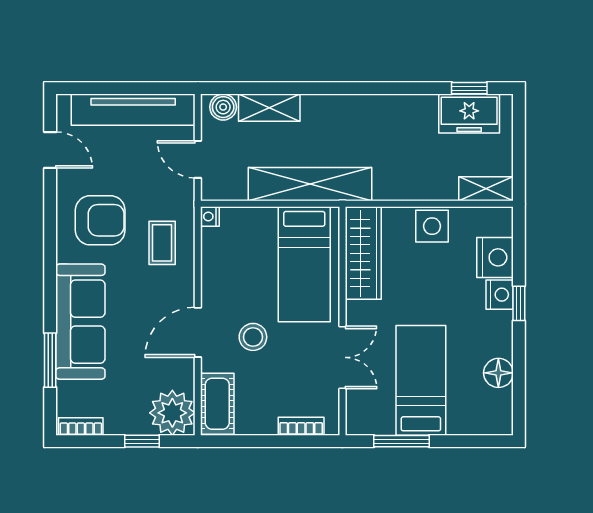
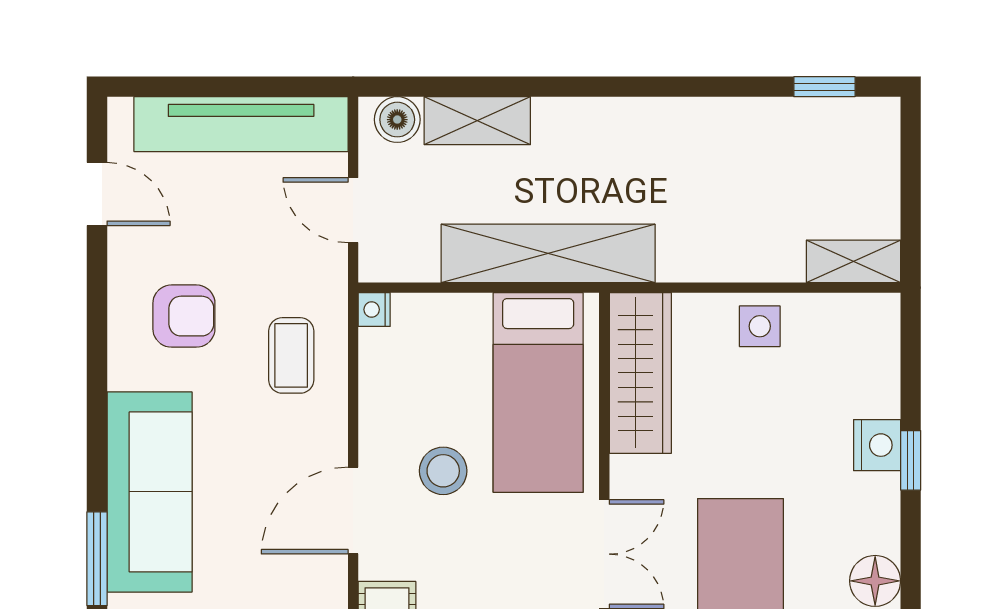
freezer: (469, 114) -> (824, 131), removed
armchair: (100, 220) -> (184, 316), width x0.72, depth x0.72
side table: (432, 226) -> (760, 326), width x0.73, depth x0.73
nightstand: (495, 257) -> (869, 381), removed
stool: (253, 337) -> (443, 471), moved

